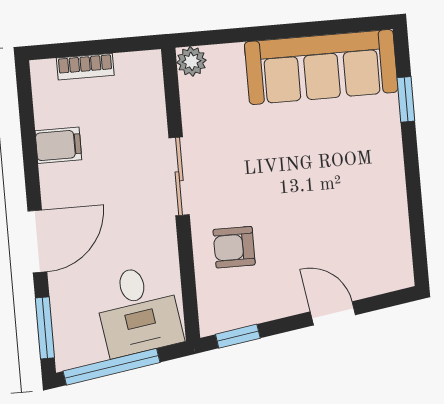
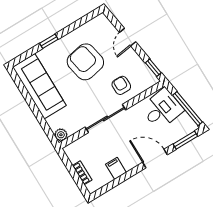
window: (406, 99) -> (49, 41), moved
sliding door: (179, 176) -> (105, 118), width x1.37
armchair: (325, 194) -> (85, 62), added
armchair: (234, 247) -> (121, 85), turned 180

